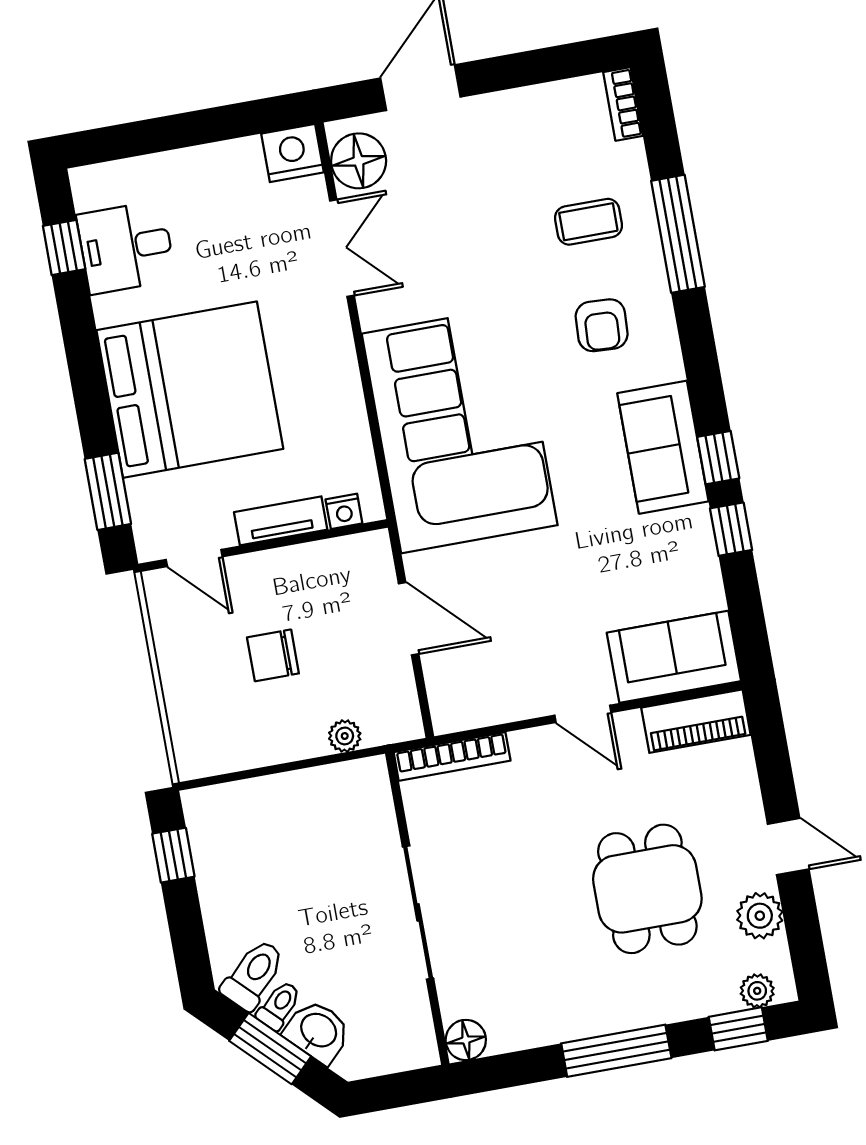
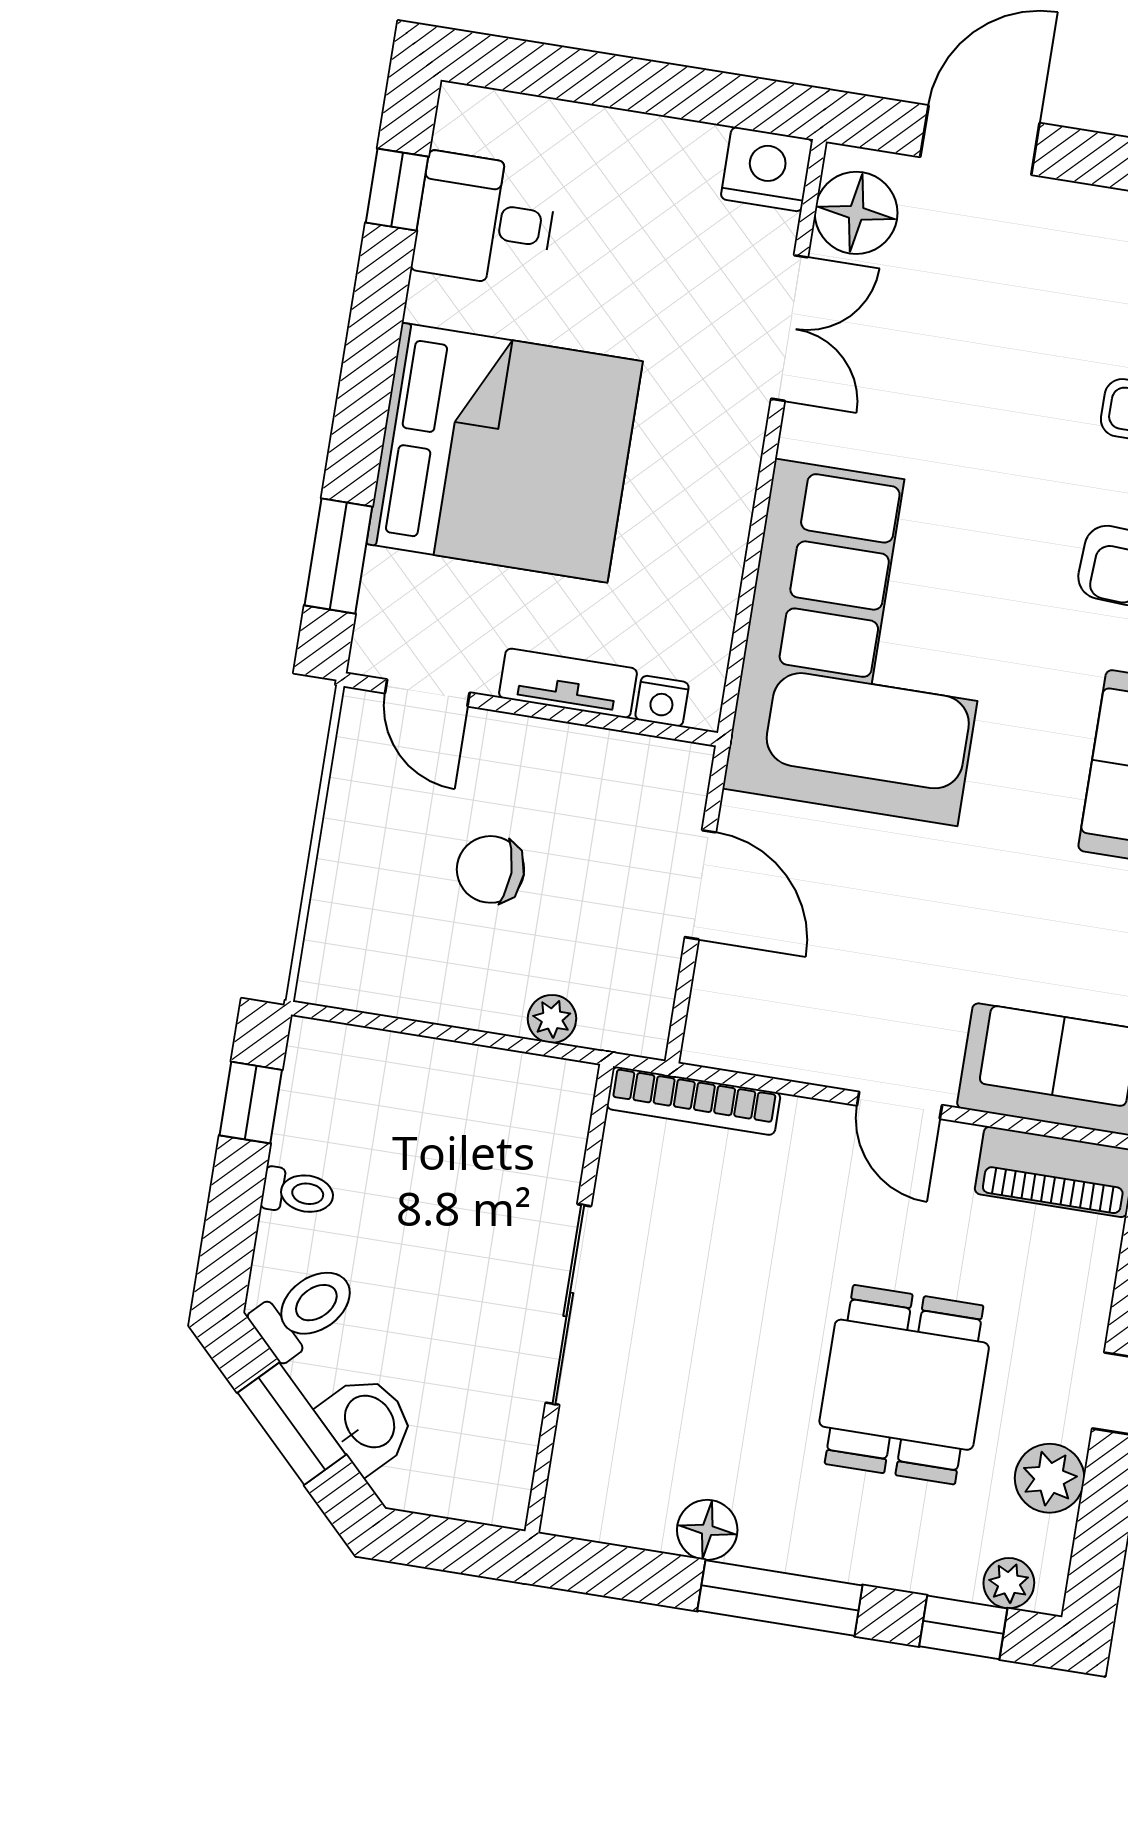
toilet: (279, 1005) -> (298, 1192), moved, turned 45
floor lamp: (466, 1040) -> (707, 1530), moved

